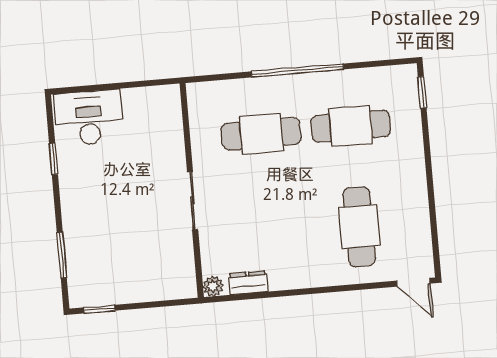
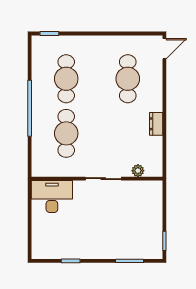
desk: (89, 118) -> (52, 197), moved, turned 90
cafe table: (359, 227) -> (128, 79), turned 90
dresser: (248, 283) -> (156, 124), moved
plant: (213, 286) -> (138, 171), moved

